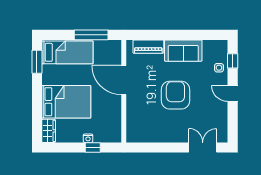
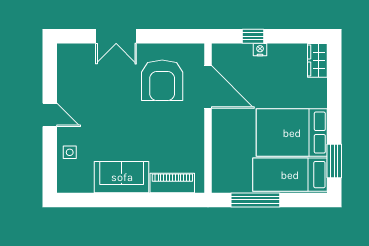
window: (233, 61) -> (50, 162), removed
door: (124, 80) -> (208, 87), moved
armchair: (175, 95) -> (162, 80), moved
bed: (66, 102) -> (292, 133), moved
double door: (203, 147) -> (116, 36), moved

